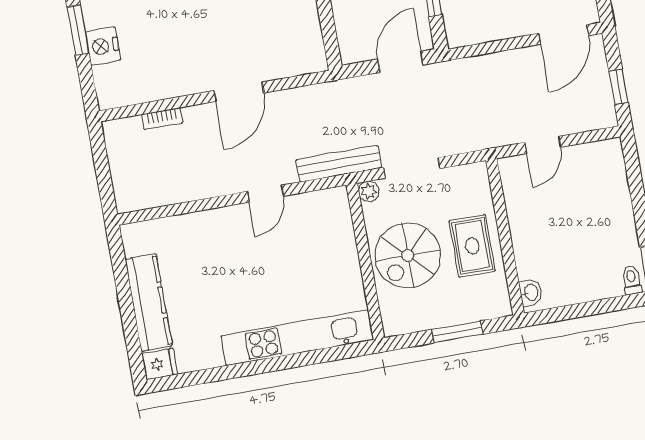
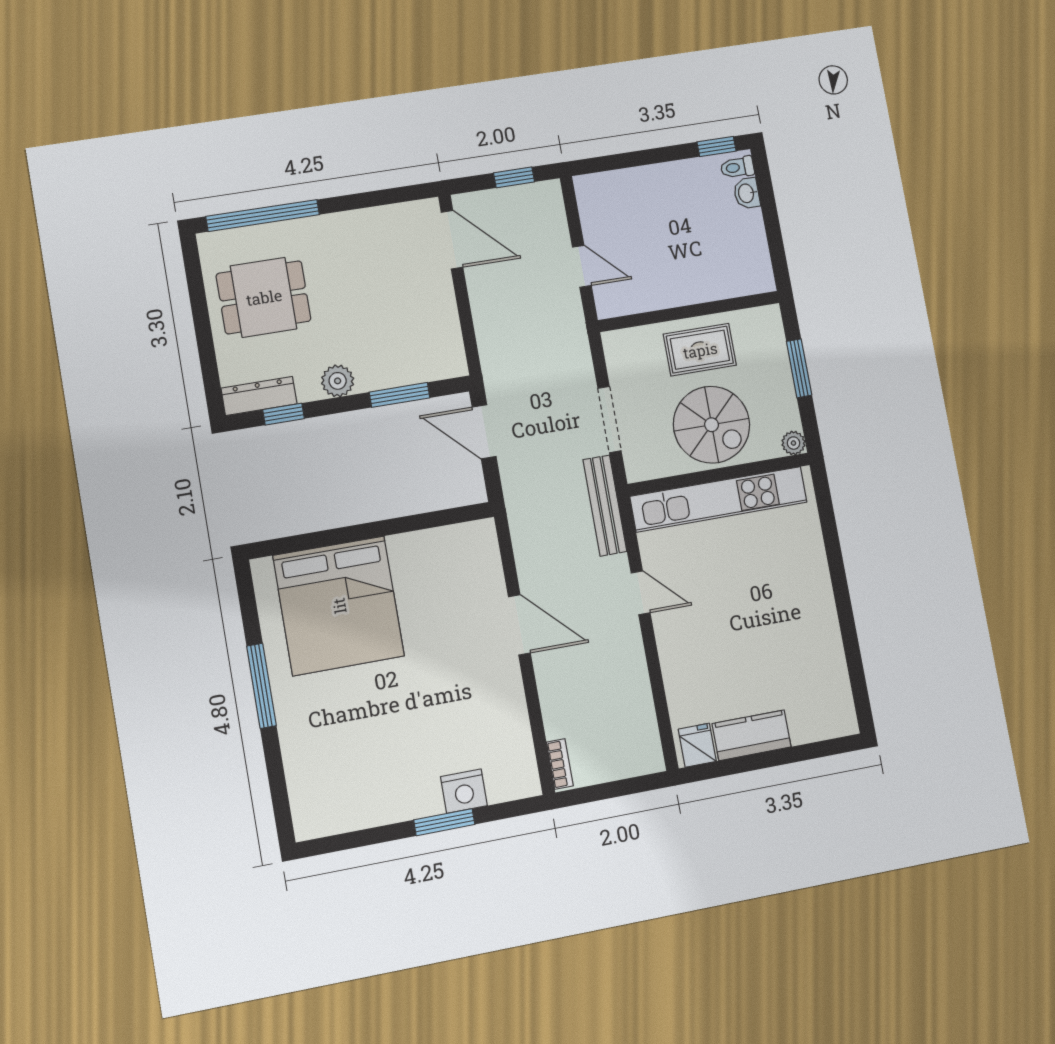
bookcase: (162, 119) -> (560, 764), moved
plant: (369, 191) -> (793, 443), moved
washbasin: (531, 292) -> (747, 193), moved, turned -90
kitchen counter: (149, 302) -> (752, 735), width x0.67
kitchen unit: (297, 338) -> (719, 499), moved, turned -90
fridge: (160, 364) -> (697, 745), moved

